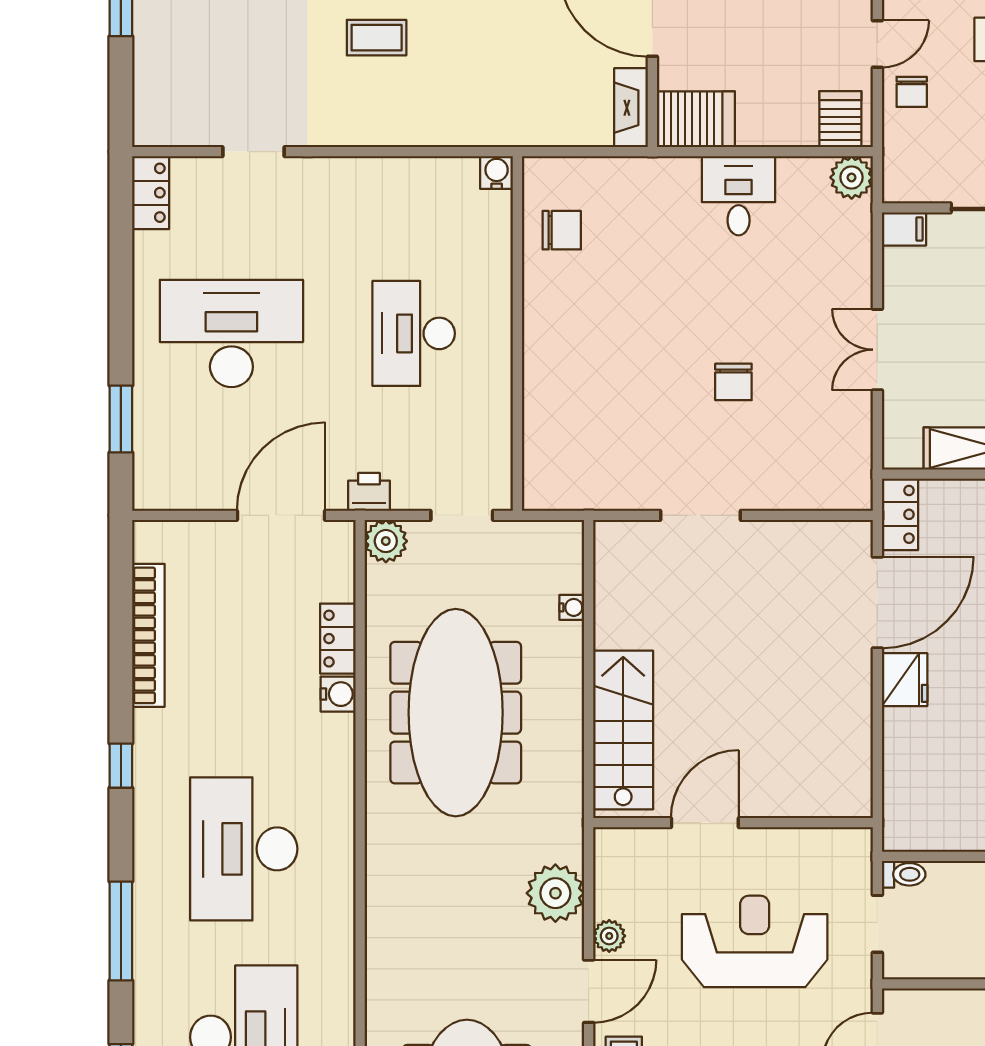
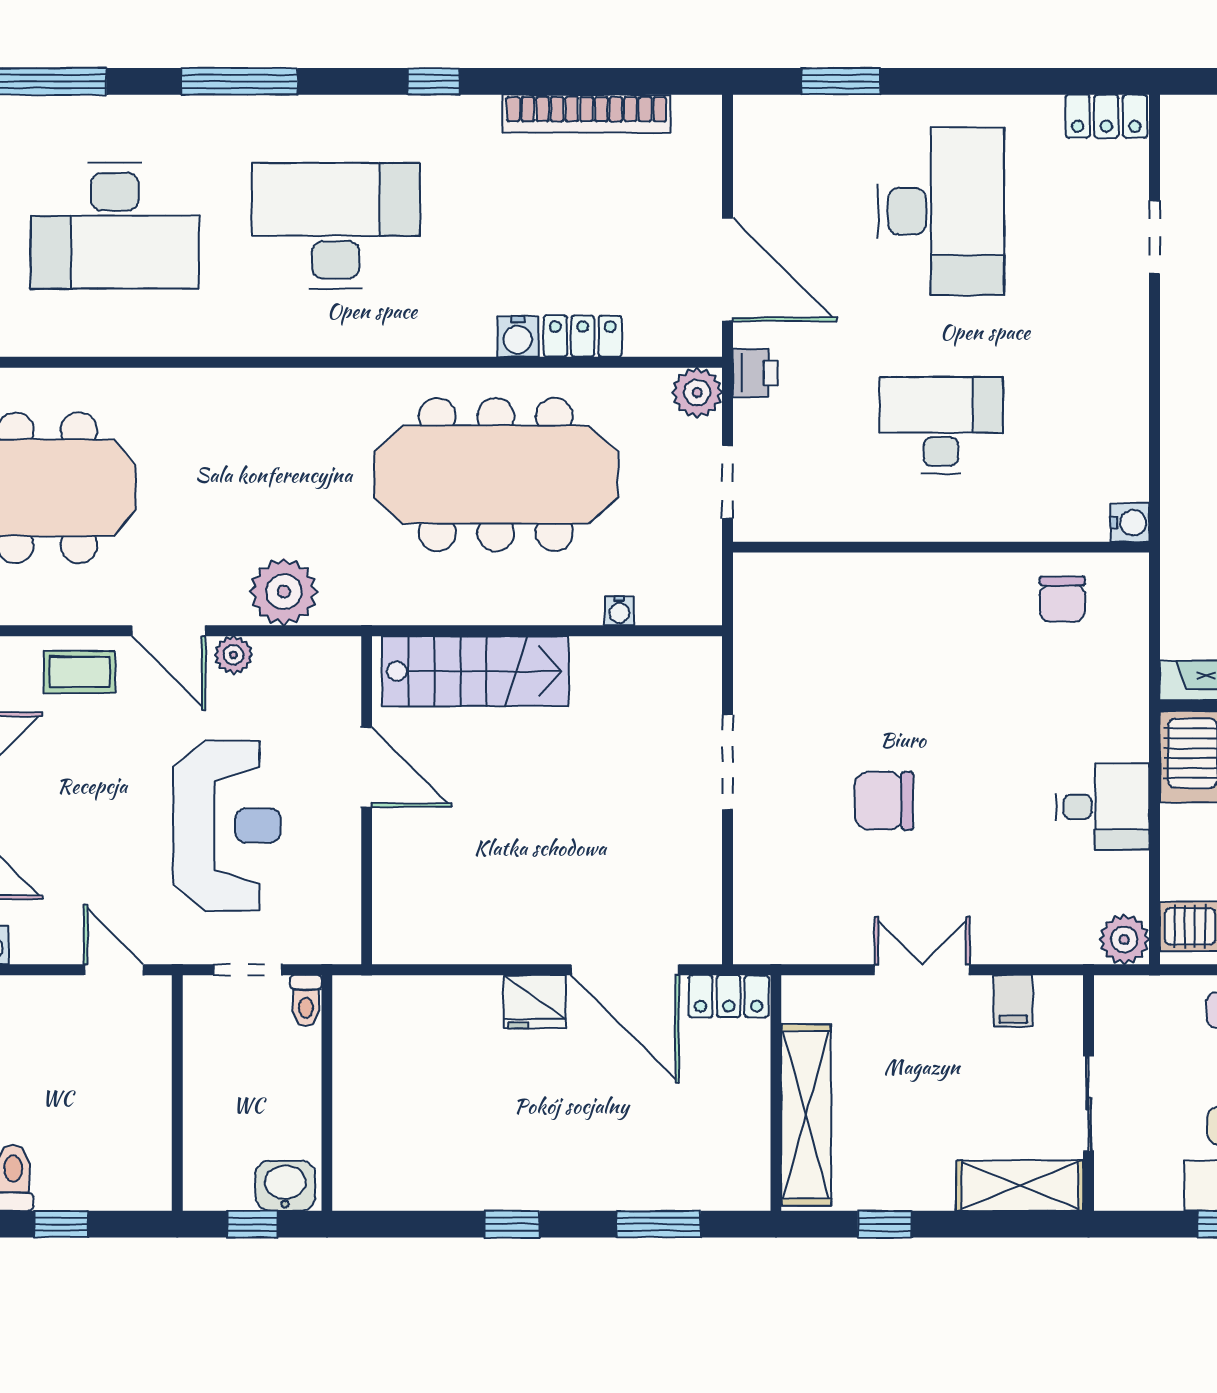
filing cabinet: (904, 229) -> (1013, 1001), moved
chair: (733, 382) -> (884, 801), width x1.37, depth x1.37

